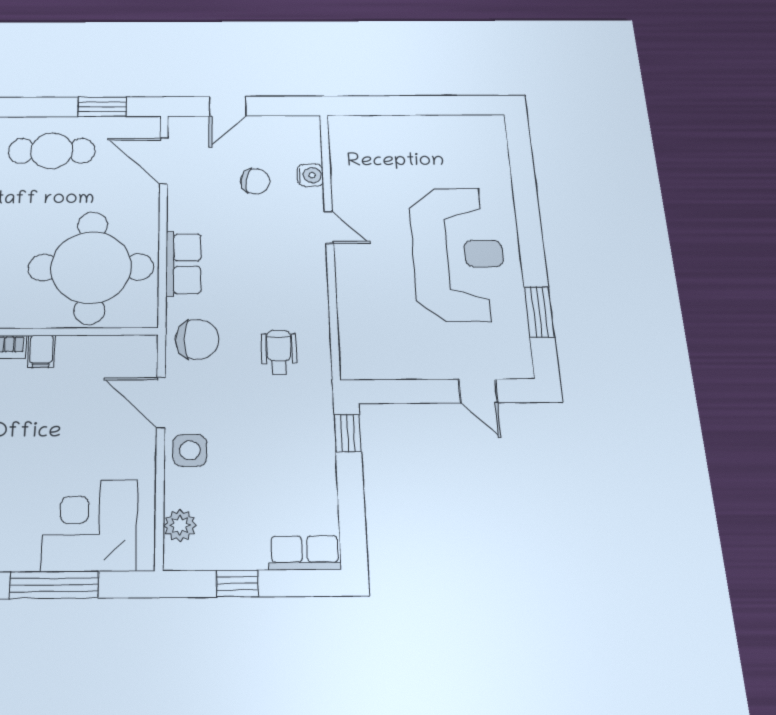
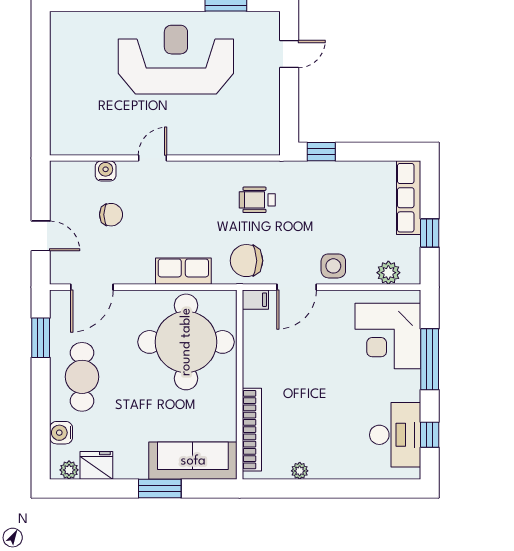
chair: (255, 181) -> (111, 215), turned 82
chair: (197, 339) -> (246, 261), turned -90
filing cabinet: (41, 351) -> (255, 300), moved
row of seats: (305, 553) -> (409, 198), width x1.48

